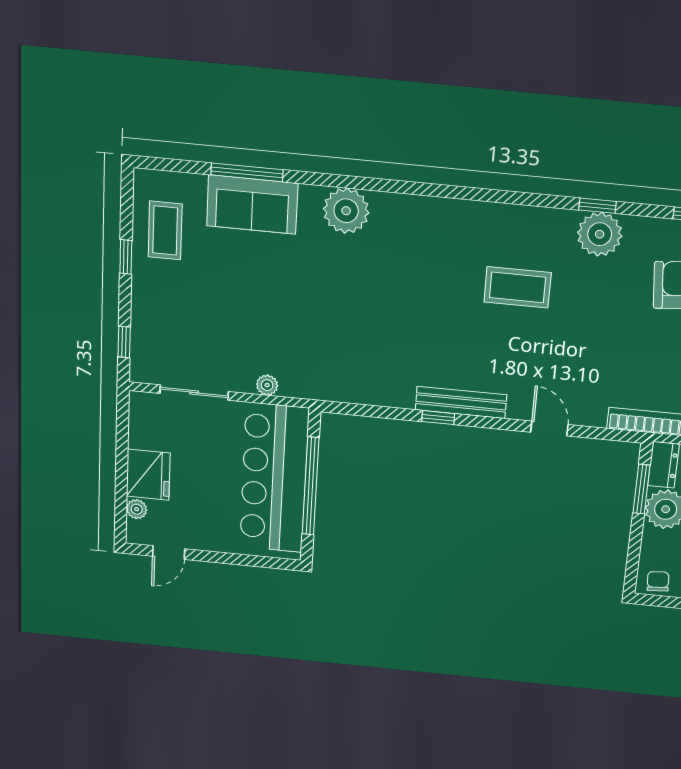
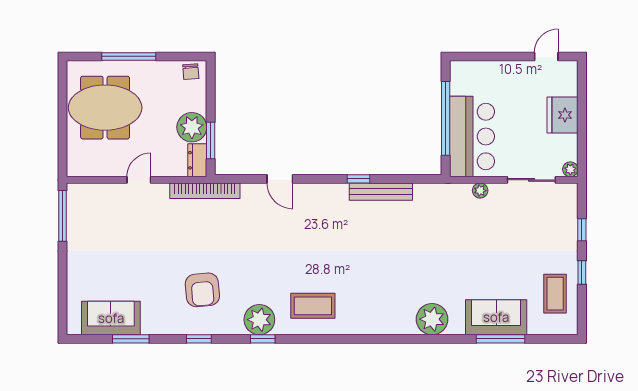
coffee table: (518, 287) -> (313, 306), moved
window: (124, 342) -> (582, 230), moved
bench: (461, 402) -> (381, 192), moved
bar counter: (274, 478) -> (472, 137), width x0.73
plant: (137, 509) -> (570, 169), moved

